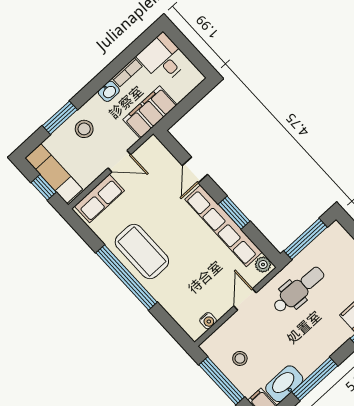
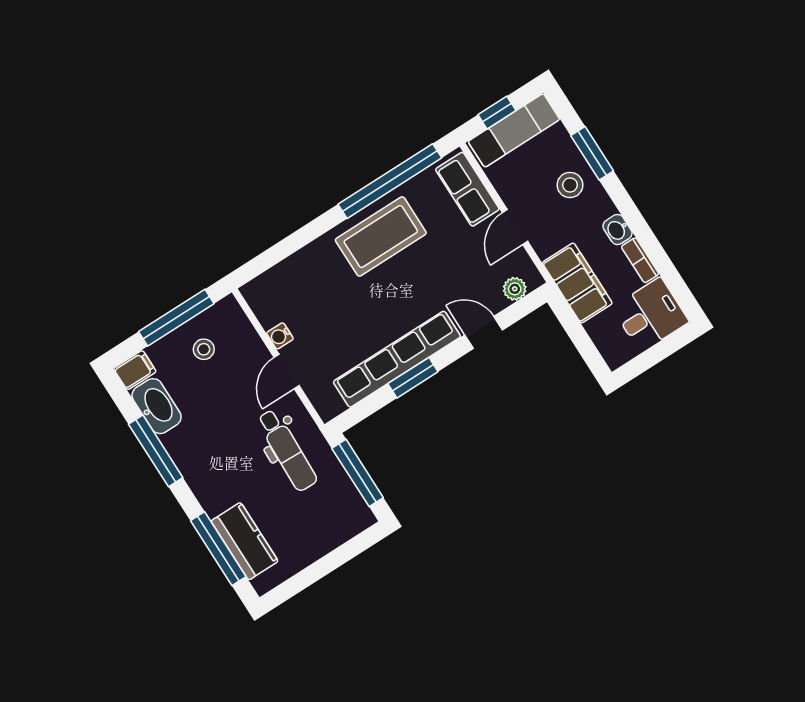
plant: (263, 265) -> (515, 289), moved
window: (127, 277) -> (390, 181), moved
door: (245, 299) -> (287, 371), swing flipped
water cooler: (208, 321) -> (280, 336), moved

